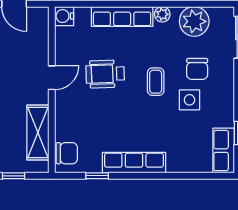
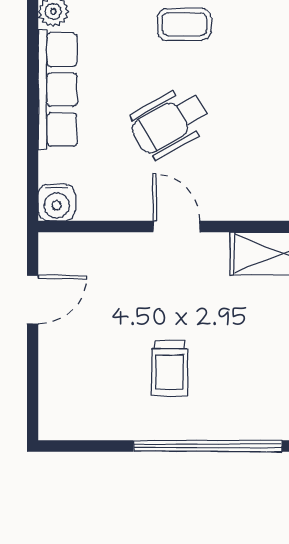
wheelchair: (105, 74) -> (169, 123), turned 62

